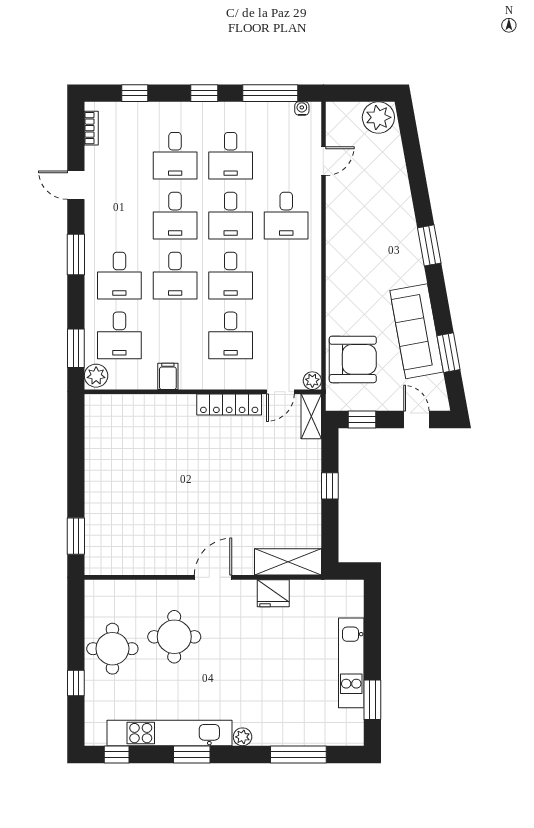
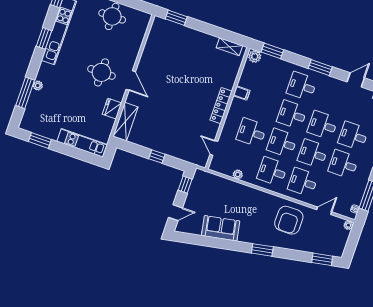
plant: (378, 117) -> (348, 225), moved, width x0.53, depth x0.53
door: (323, 161) -> (324, 211), swing flipped
sofa: (417, 331) -> (221, 228), width x0.73
desk: (119, 335) -> (272, 171), moved
window: (449, 353) -> (322, 259), moved
armchair: (353, 359) -> (289, 220), moved
plant: (312, 381) -> (238, 174), moved
locker: (229, 405) -> (221, 106), moved
shelving: (311, 416) -> (229, 47), moved
round table: (174, 637) -> (101, 72), moved
kitchen unit: (351, 663) -> (82, 143), moved
plant: (243, 737) -> (38, 85), moved

